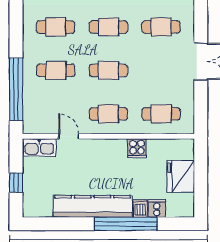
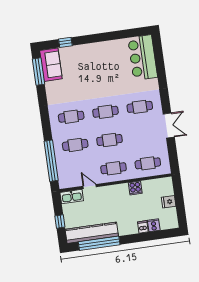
fridge: (181, 176) -> (169, 202), width x0.53, depth x0.75
kitchen counter: (93, 206) -> (92, 233), moved
window: (126, 224) -> (99, 243), moved

